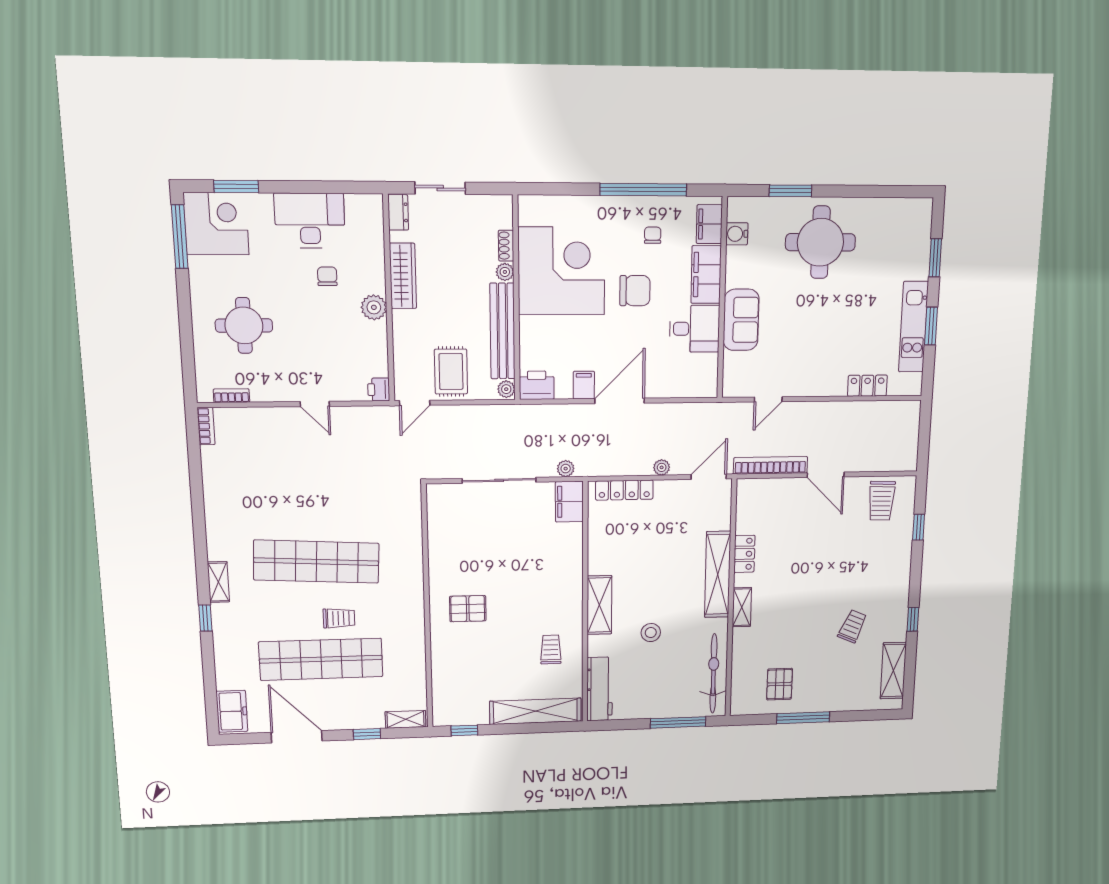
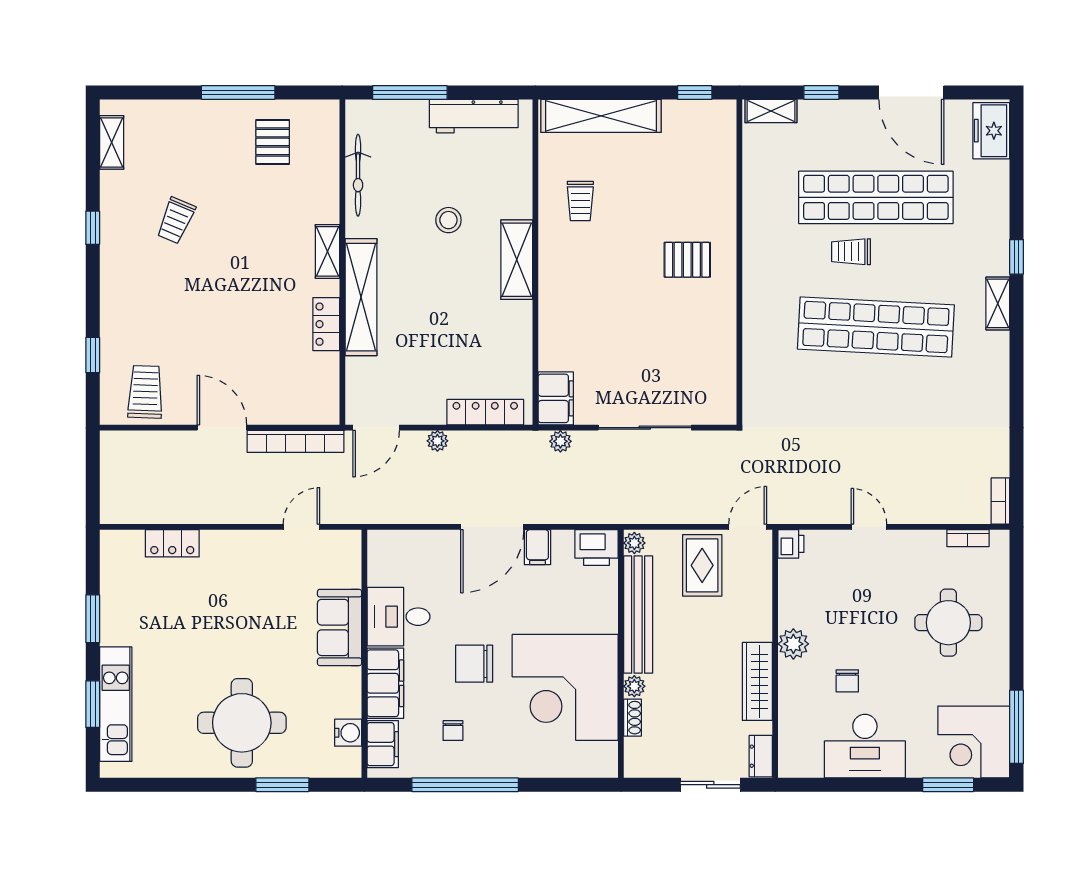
kitchen unit: (913, 327) -> (116, 704), moved
shelving: (893, 671) -> (112, 142), width x0.67, depth x0.75
bicycle: (713, 674) -> (358, 175), width x0.73, depth x0.71
workbench: (600, 689) -> (474, 116), moved, turned -90

